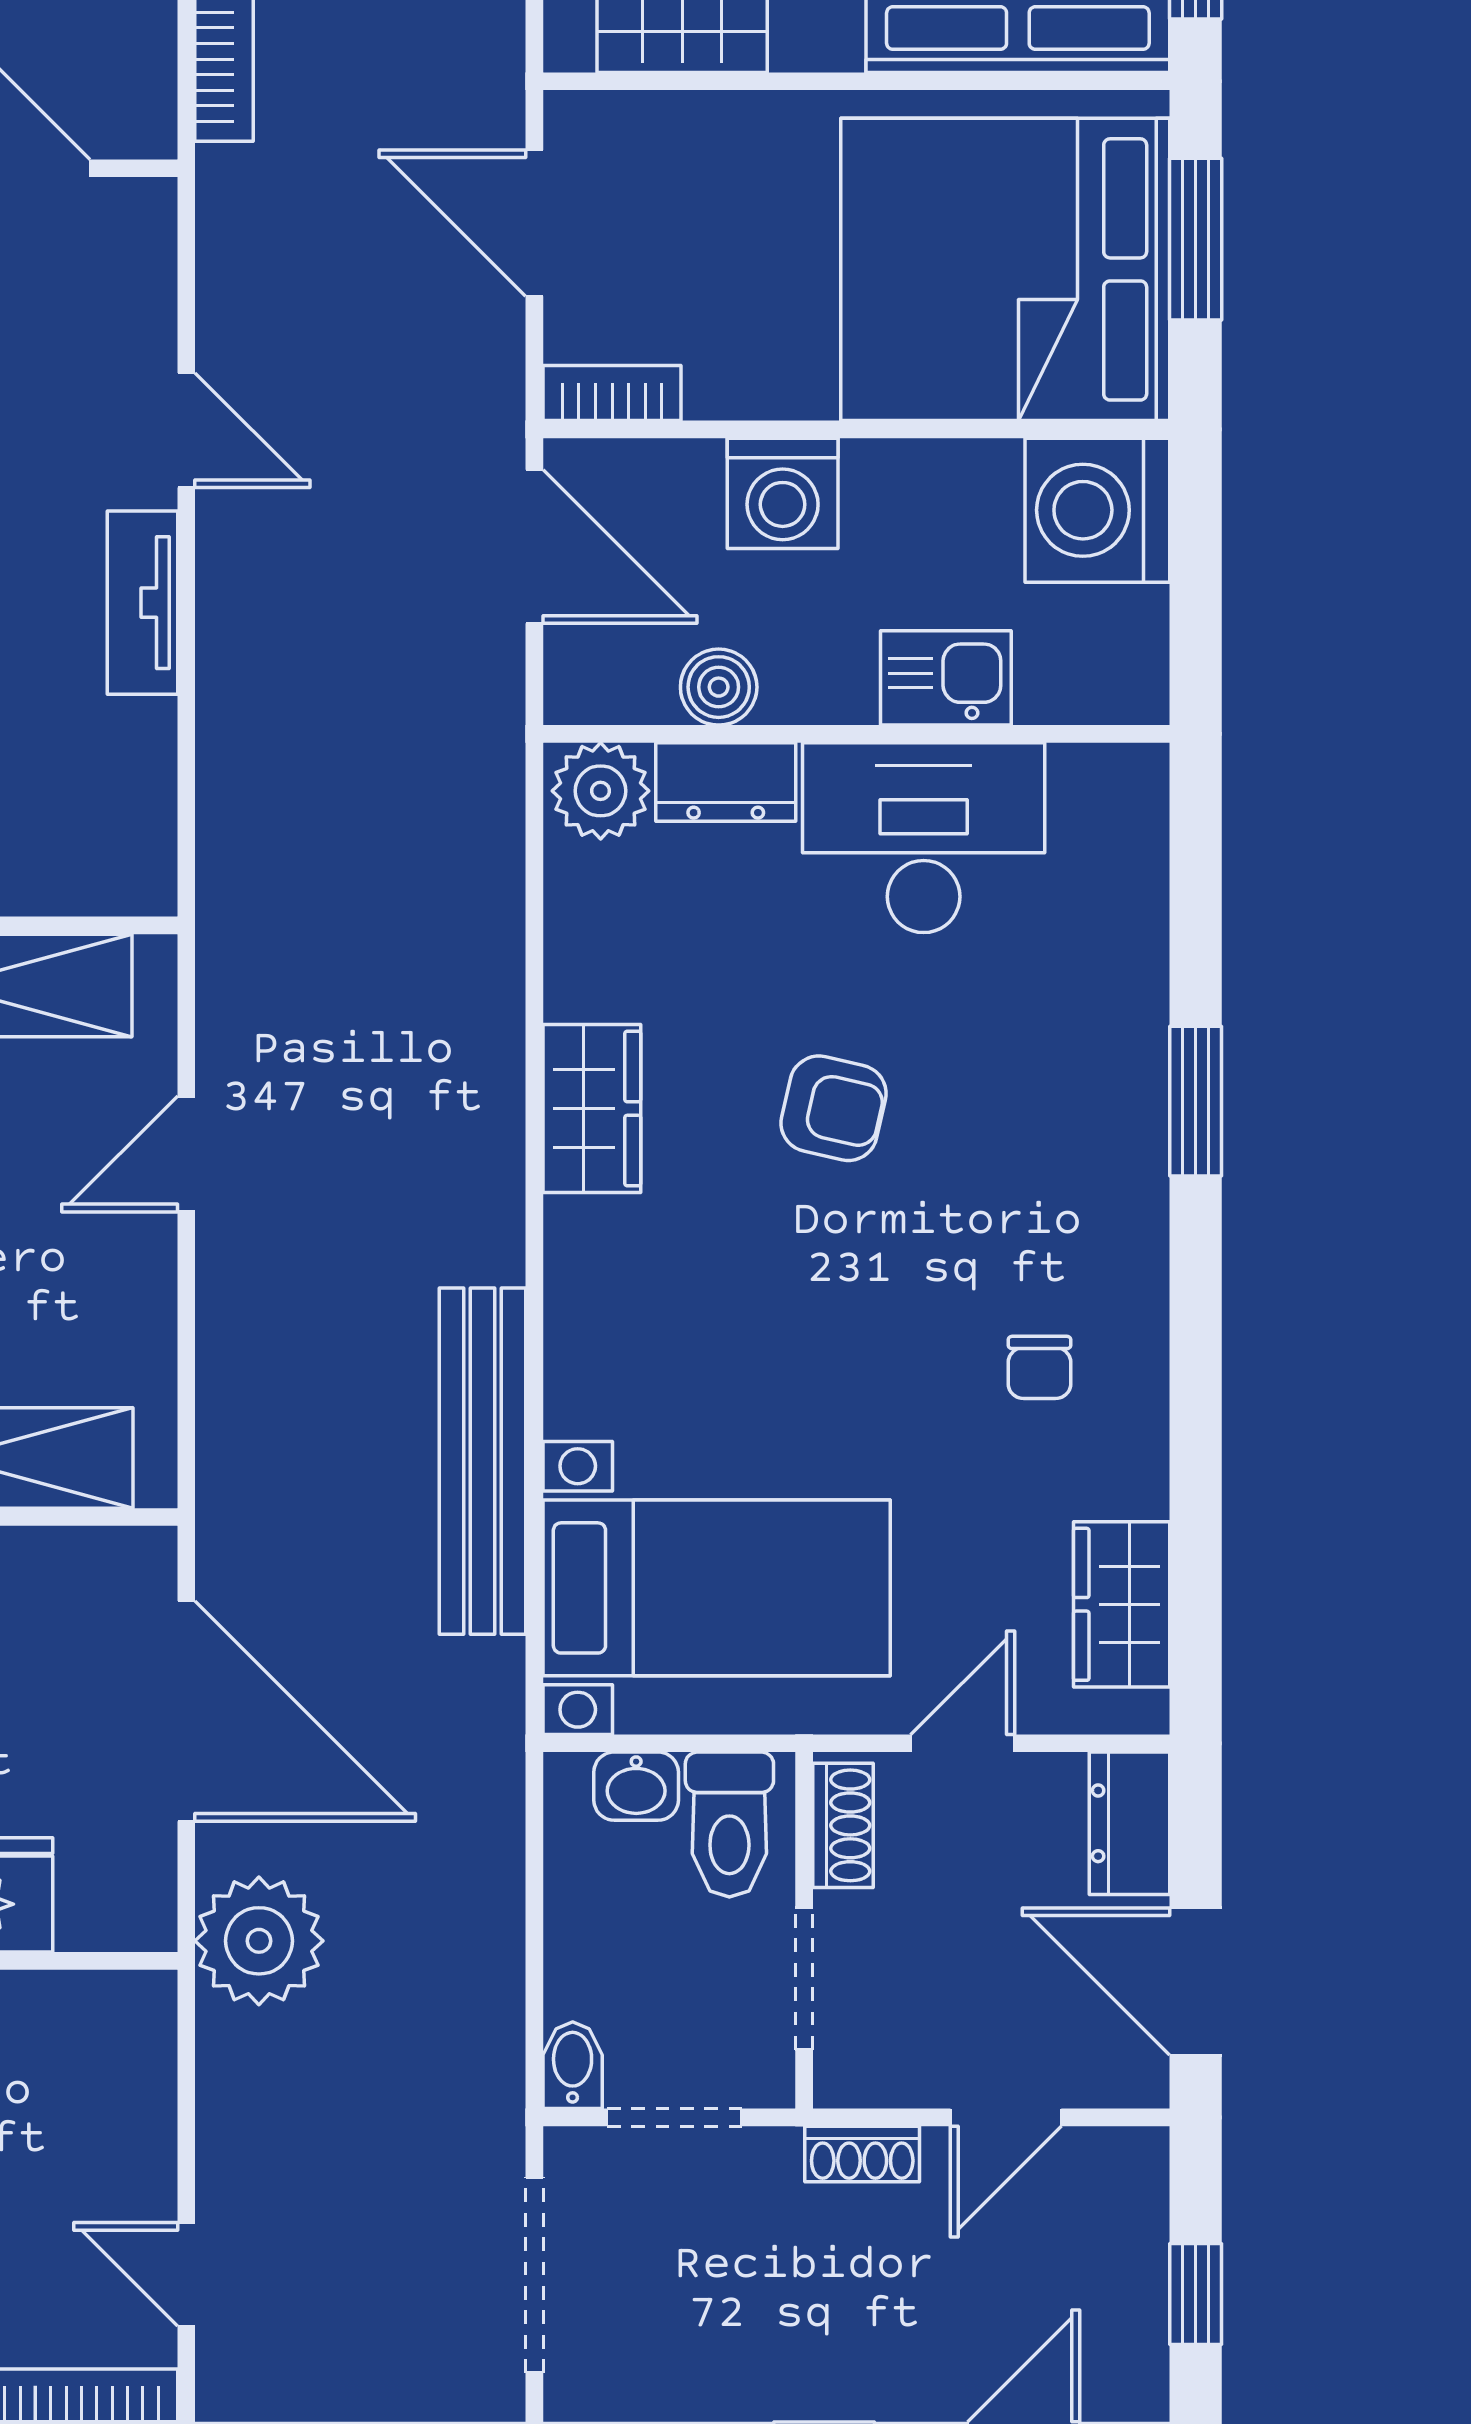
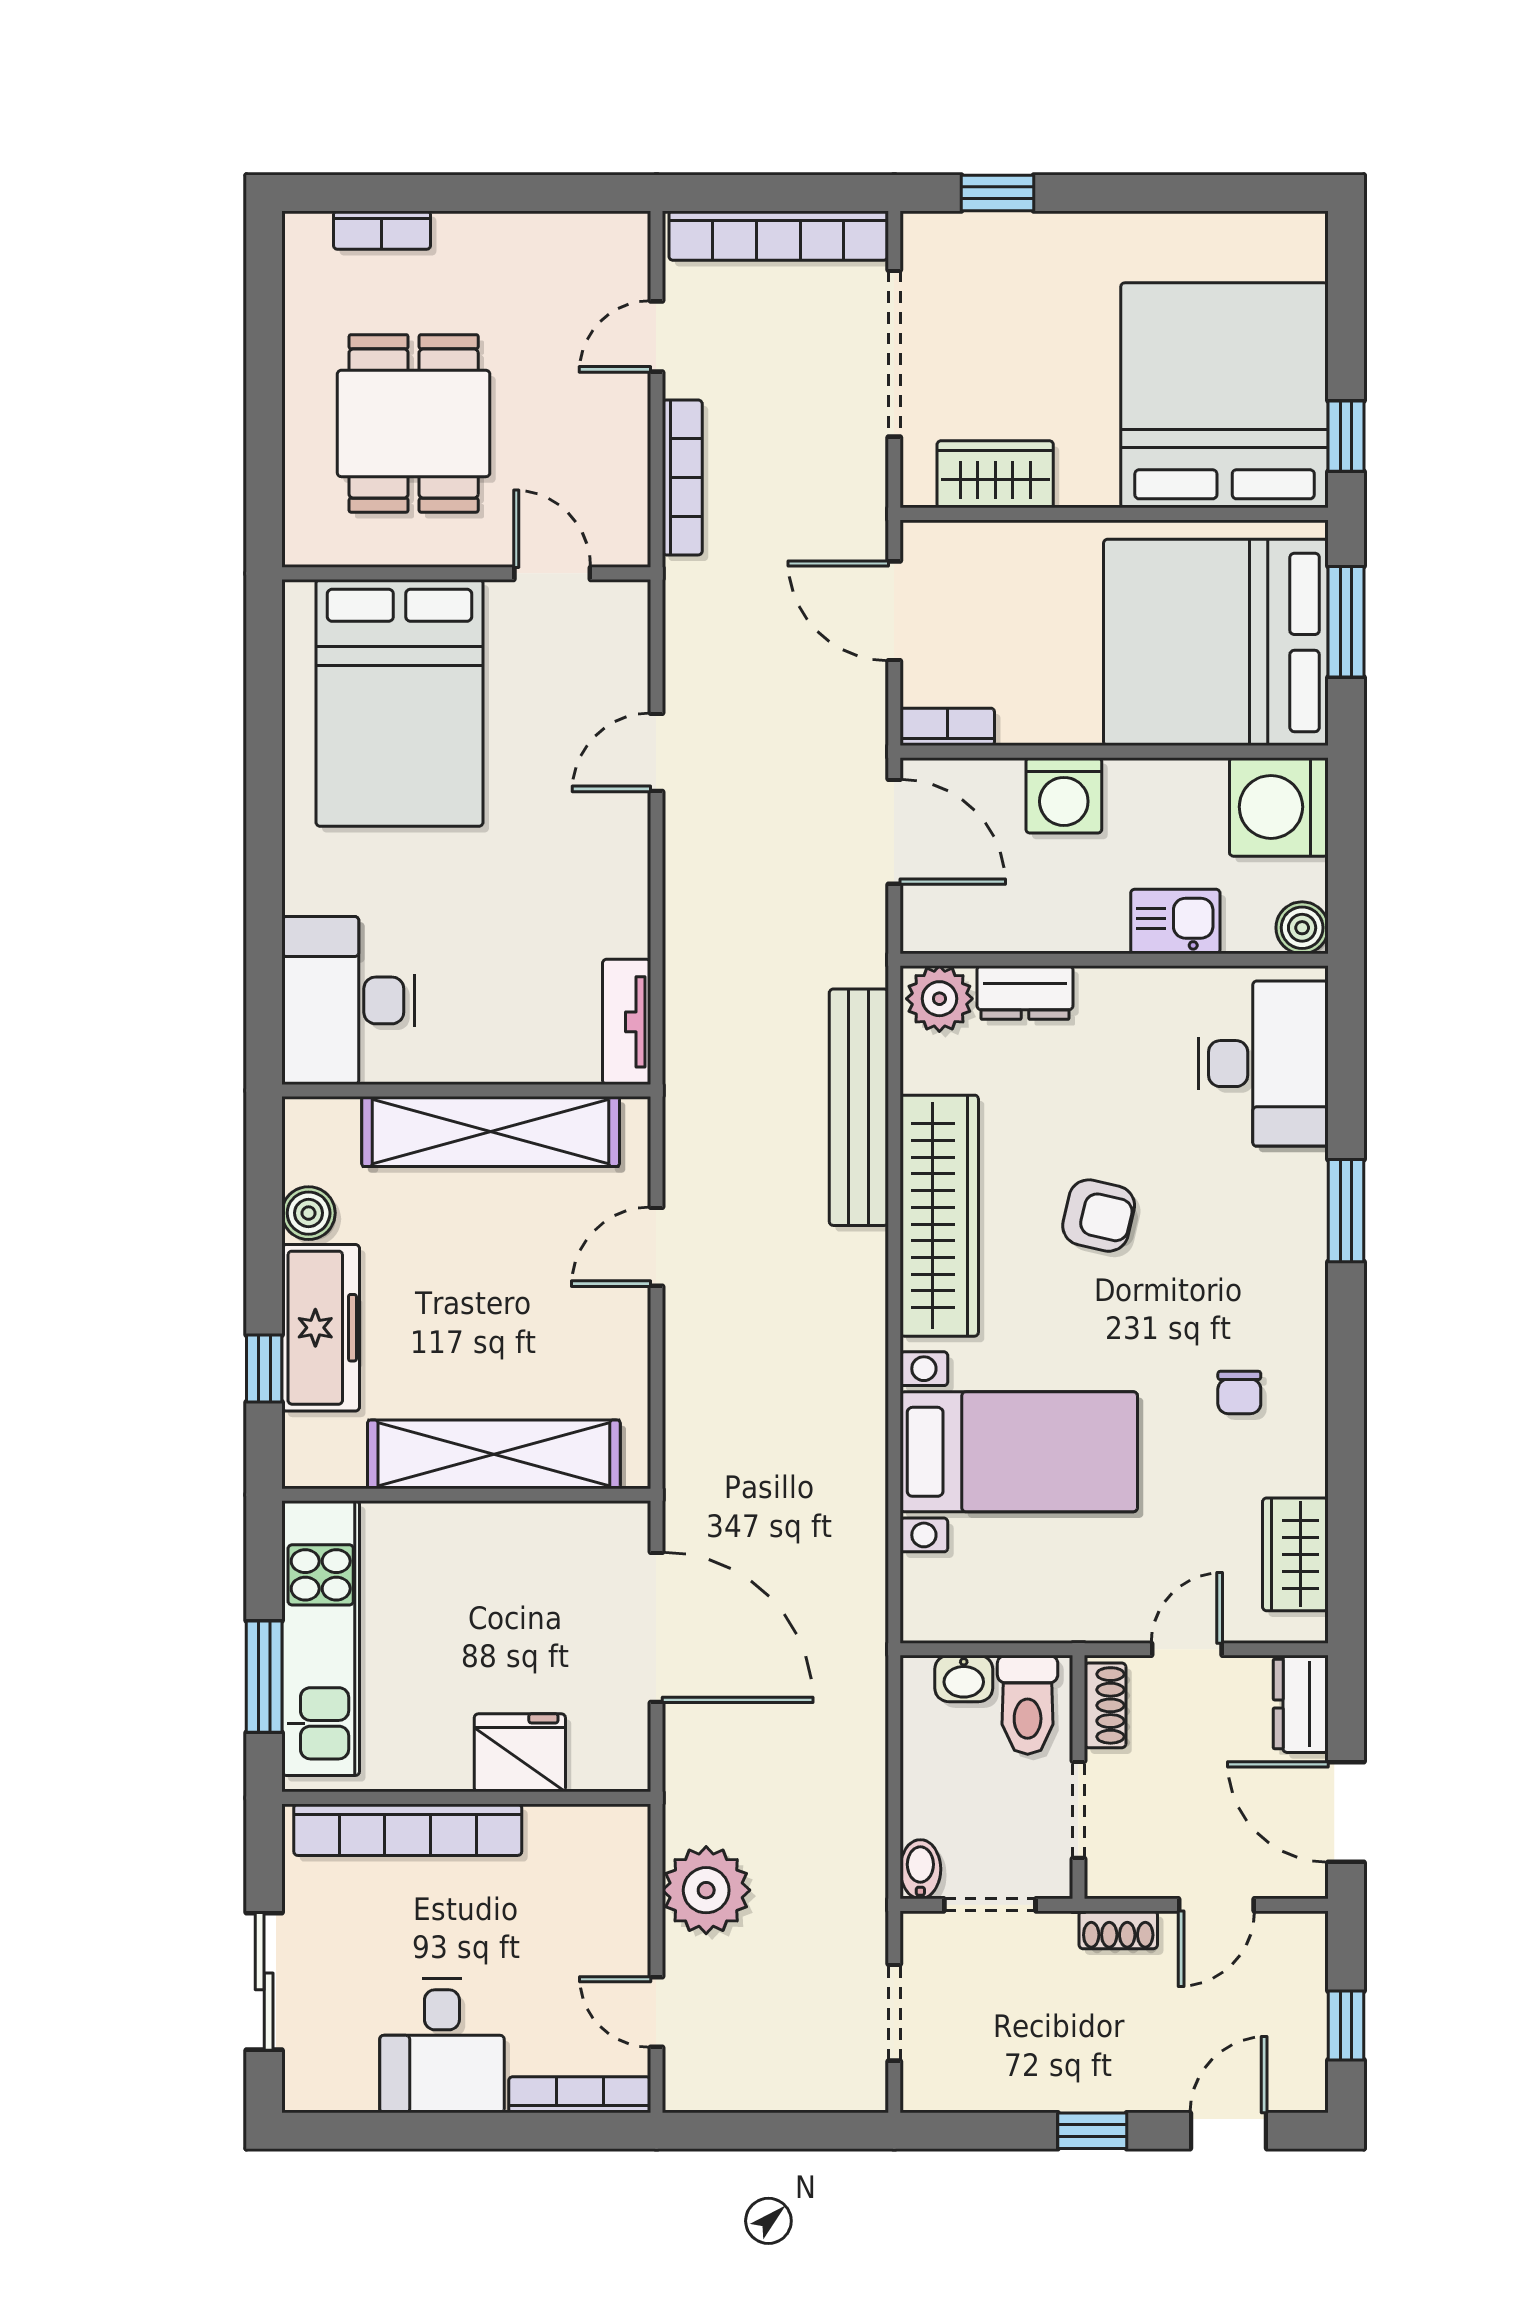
door: (186, 430) -> (656, 752), swing flipped
tv unit: (142, 603) -> (627, 1022), moved
boiler: (719, 687) -> (1302, 928), moved
desk: (924, 838) -> (1263, 1064), moved, turned 90
wardrobe: (592, 1109) -> (939, 1216), width x2.10, depth x1.17
bench: (483, 1461) -> (859, 1107), moved
bed with nightstands: (717, 1588) -> (1019, 1452), moved
plant: (259, 1941) -> (706, 1890), moved
doorway: (534, 2275) -> (894, 2013), width x0.73

